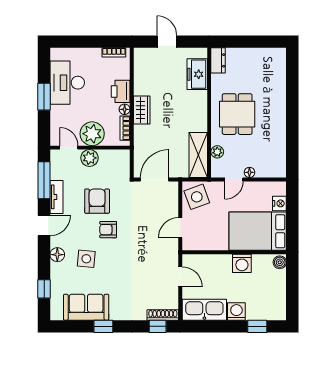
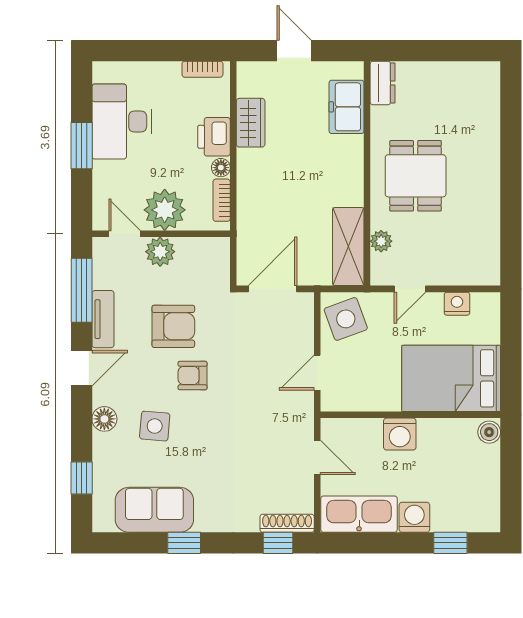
wardrobe: (142, 110) -> (251, 123), moved
floor lamp: (249, 172) -> (437, 277), removed
armchair: (97, 201) -> (173, 326), turned 90
nightstand: (279, 203) -> (457, 304), moved, turned -90
washing machine: (242, 263) -> (400, 434), moved

